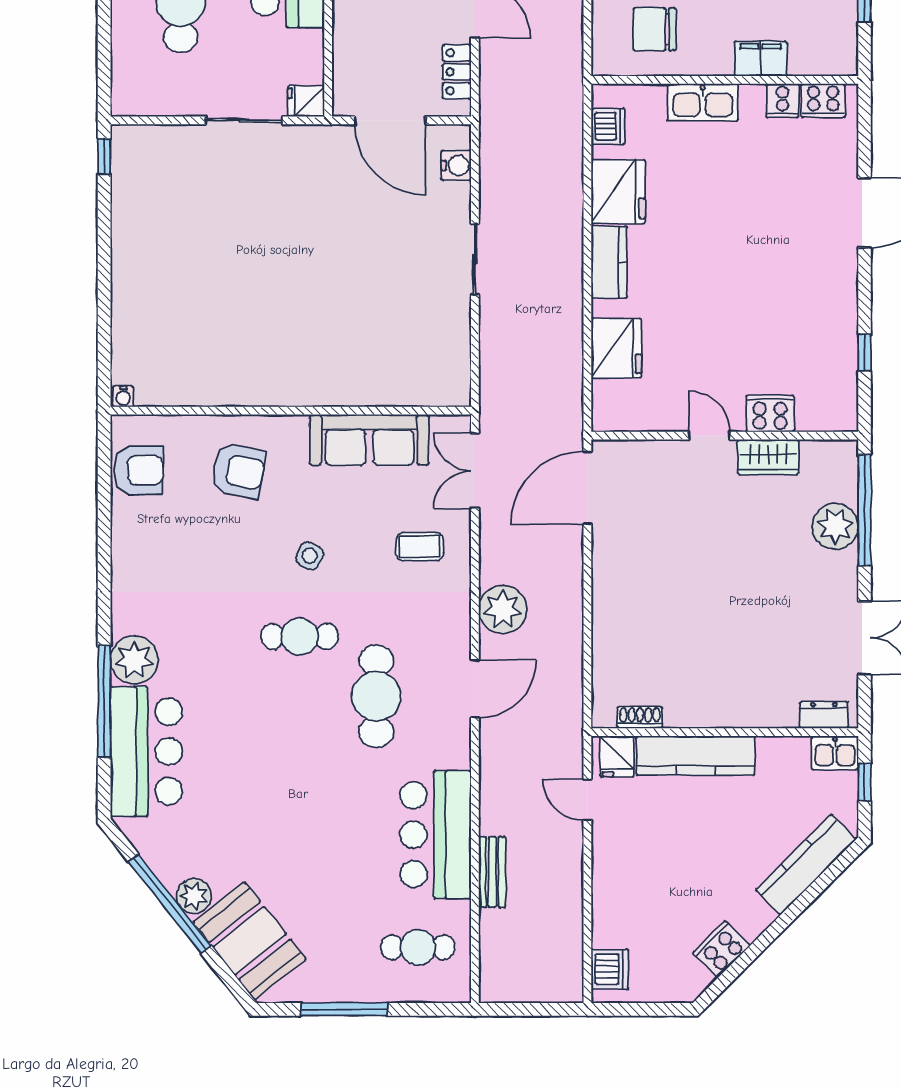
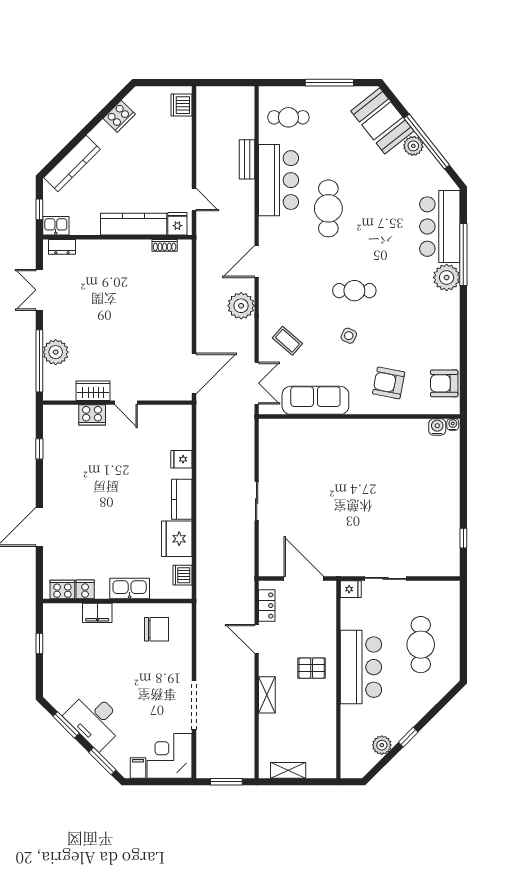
window: (104, 156) -> (463, 538), moved
water cooler: (456, 165) -> (437, 427), moved, turned 90
fridge: (616, 348) -> (181, 459), width x0.53, depth x0.75
coffee table: (420, 547) -> (287, 341), turned 42
cafe table: (376, 696) -> (328, 208), moved

